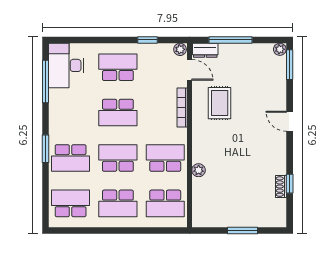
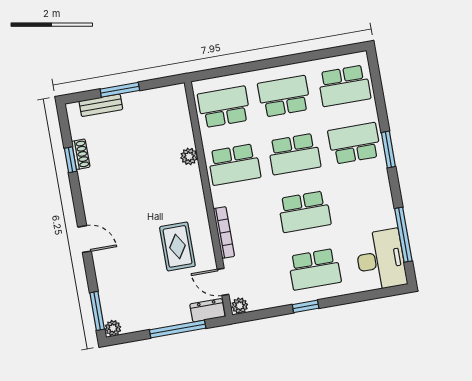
window: (147, 40) -> (306, 306), moved
school desk: (118, 113) -> (304, 212), turned 180
bench: (259, 221) -> (101, 105), added

